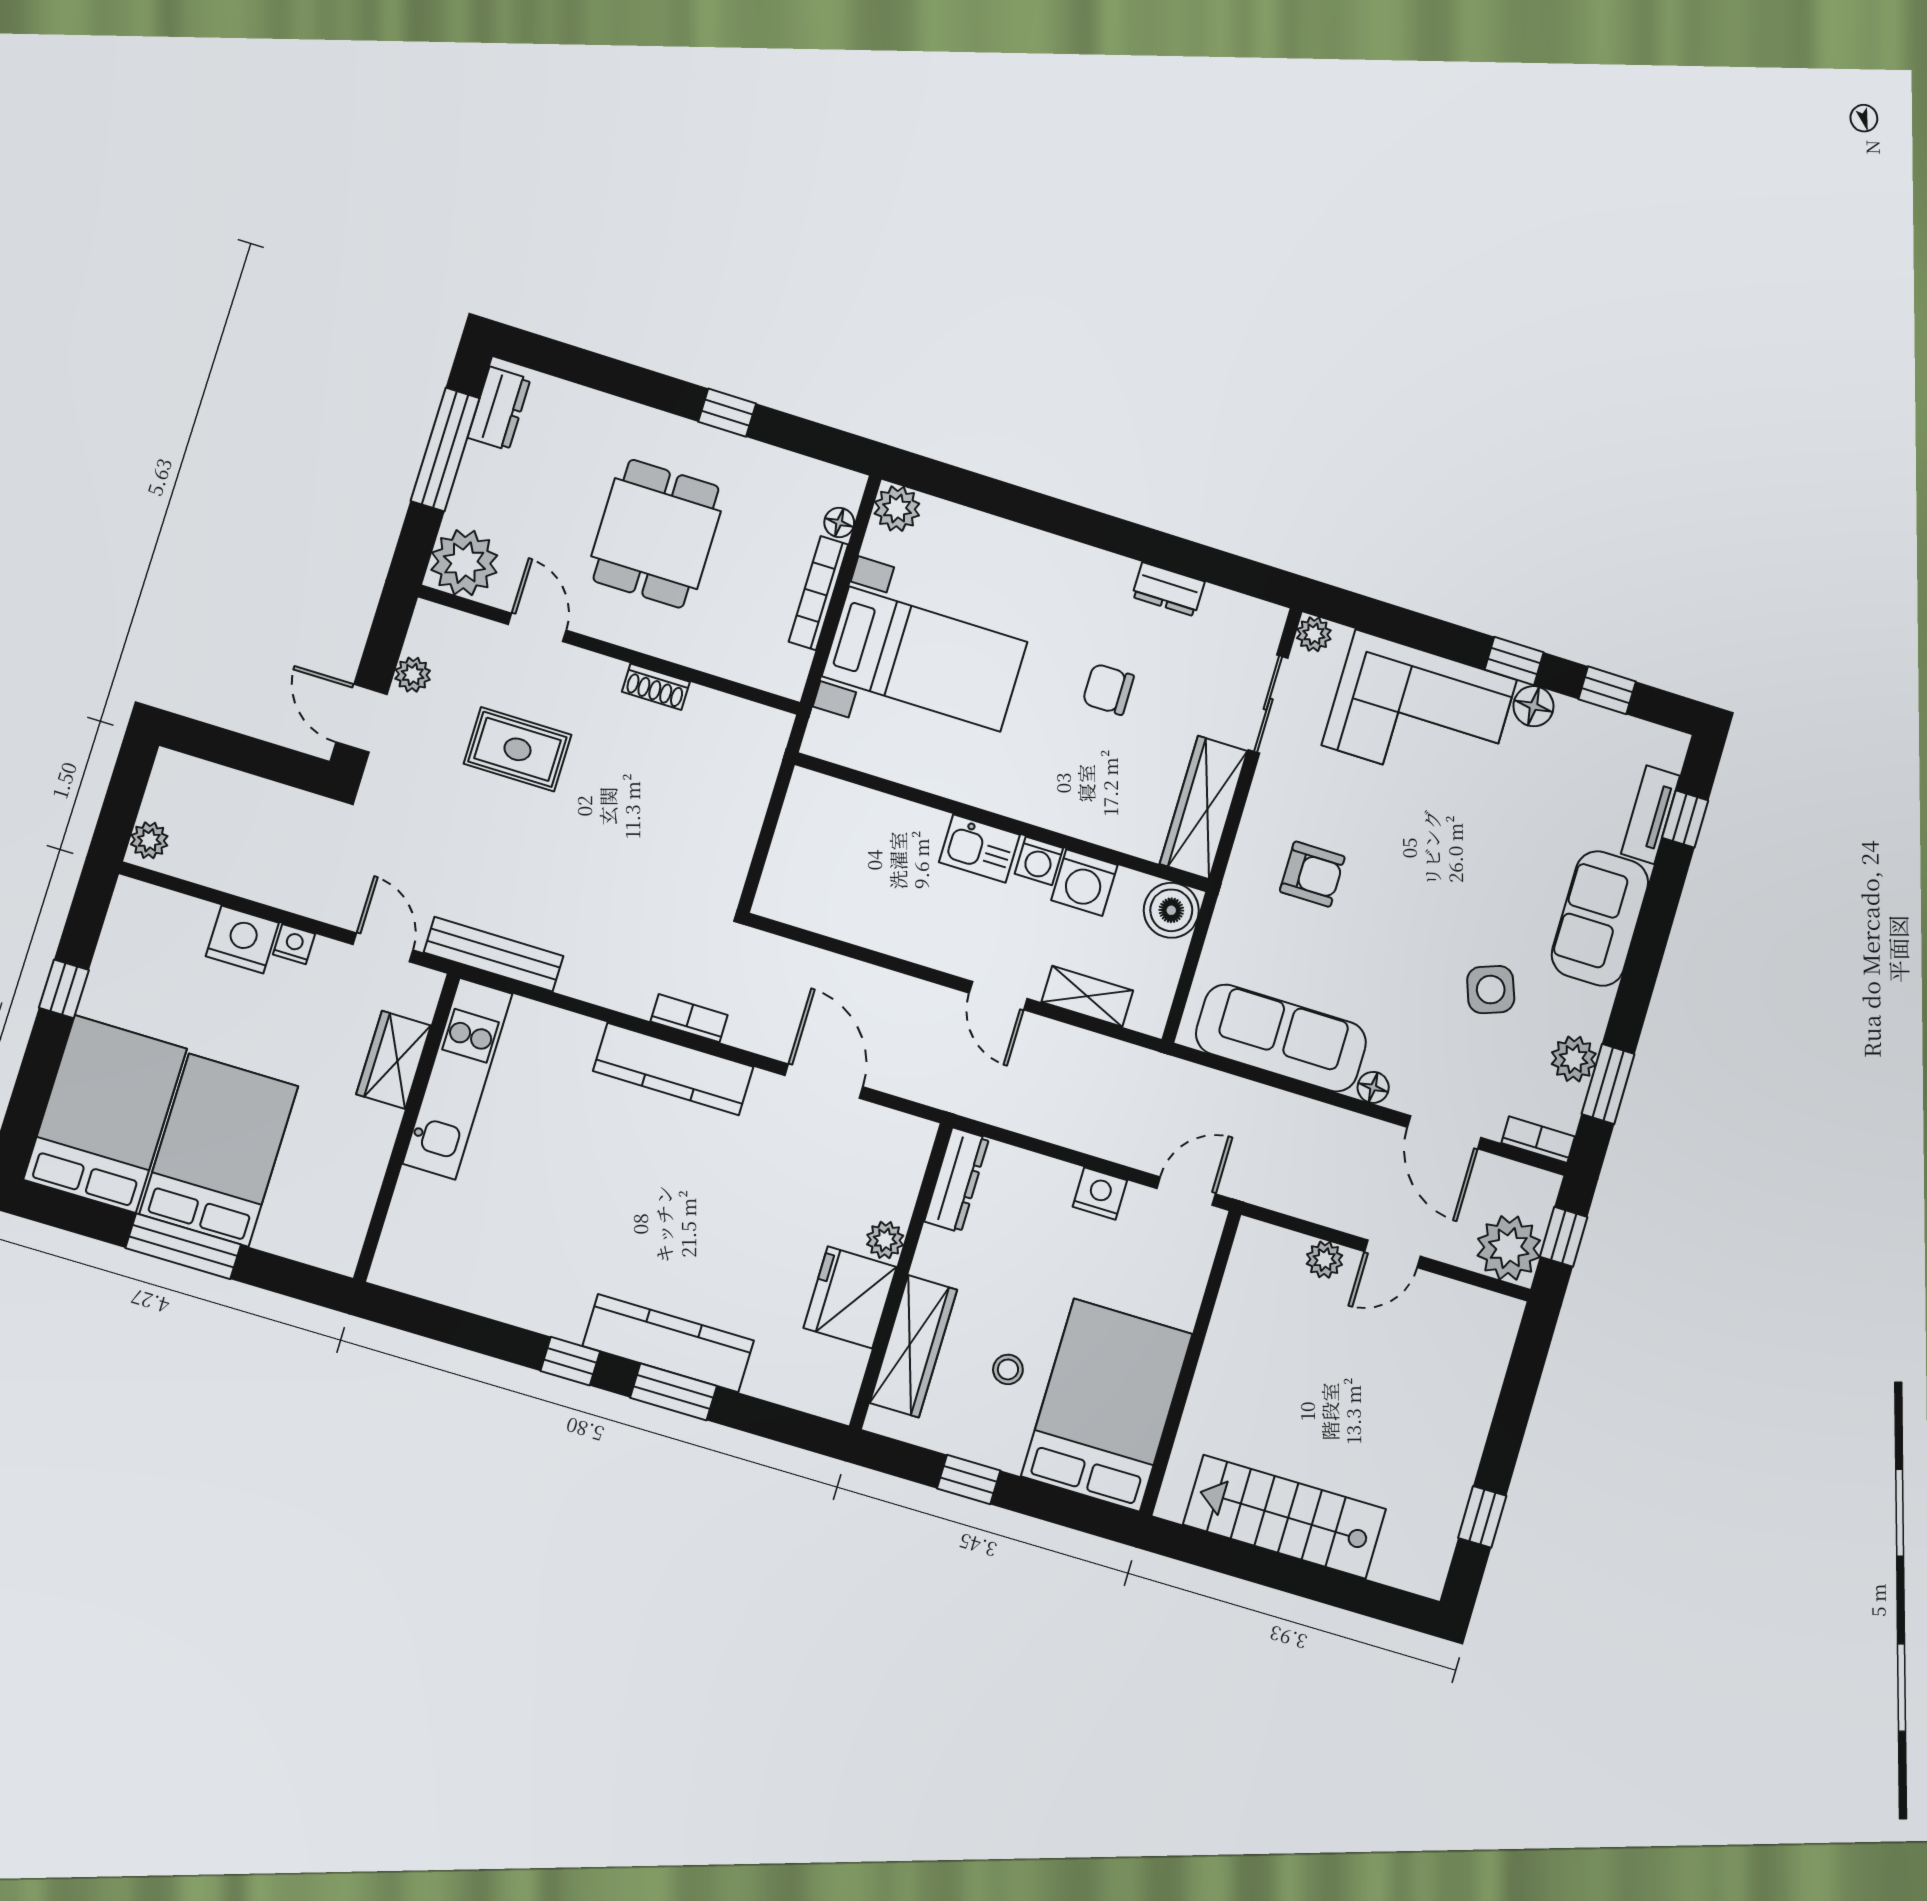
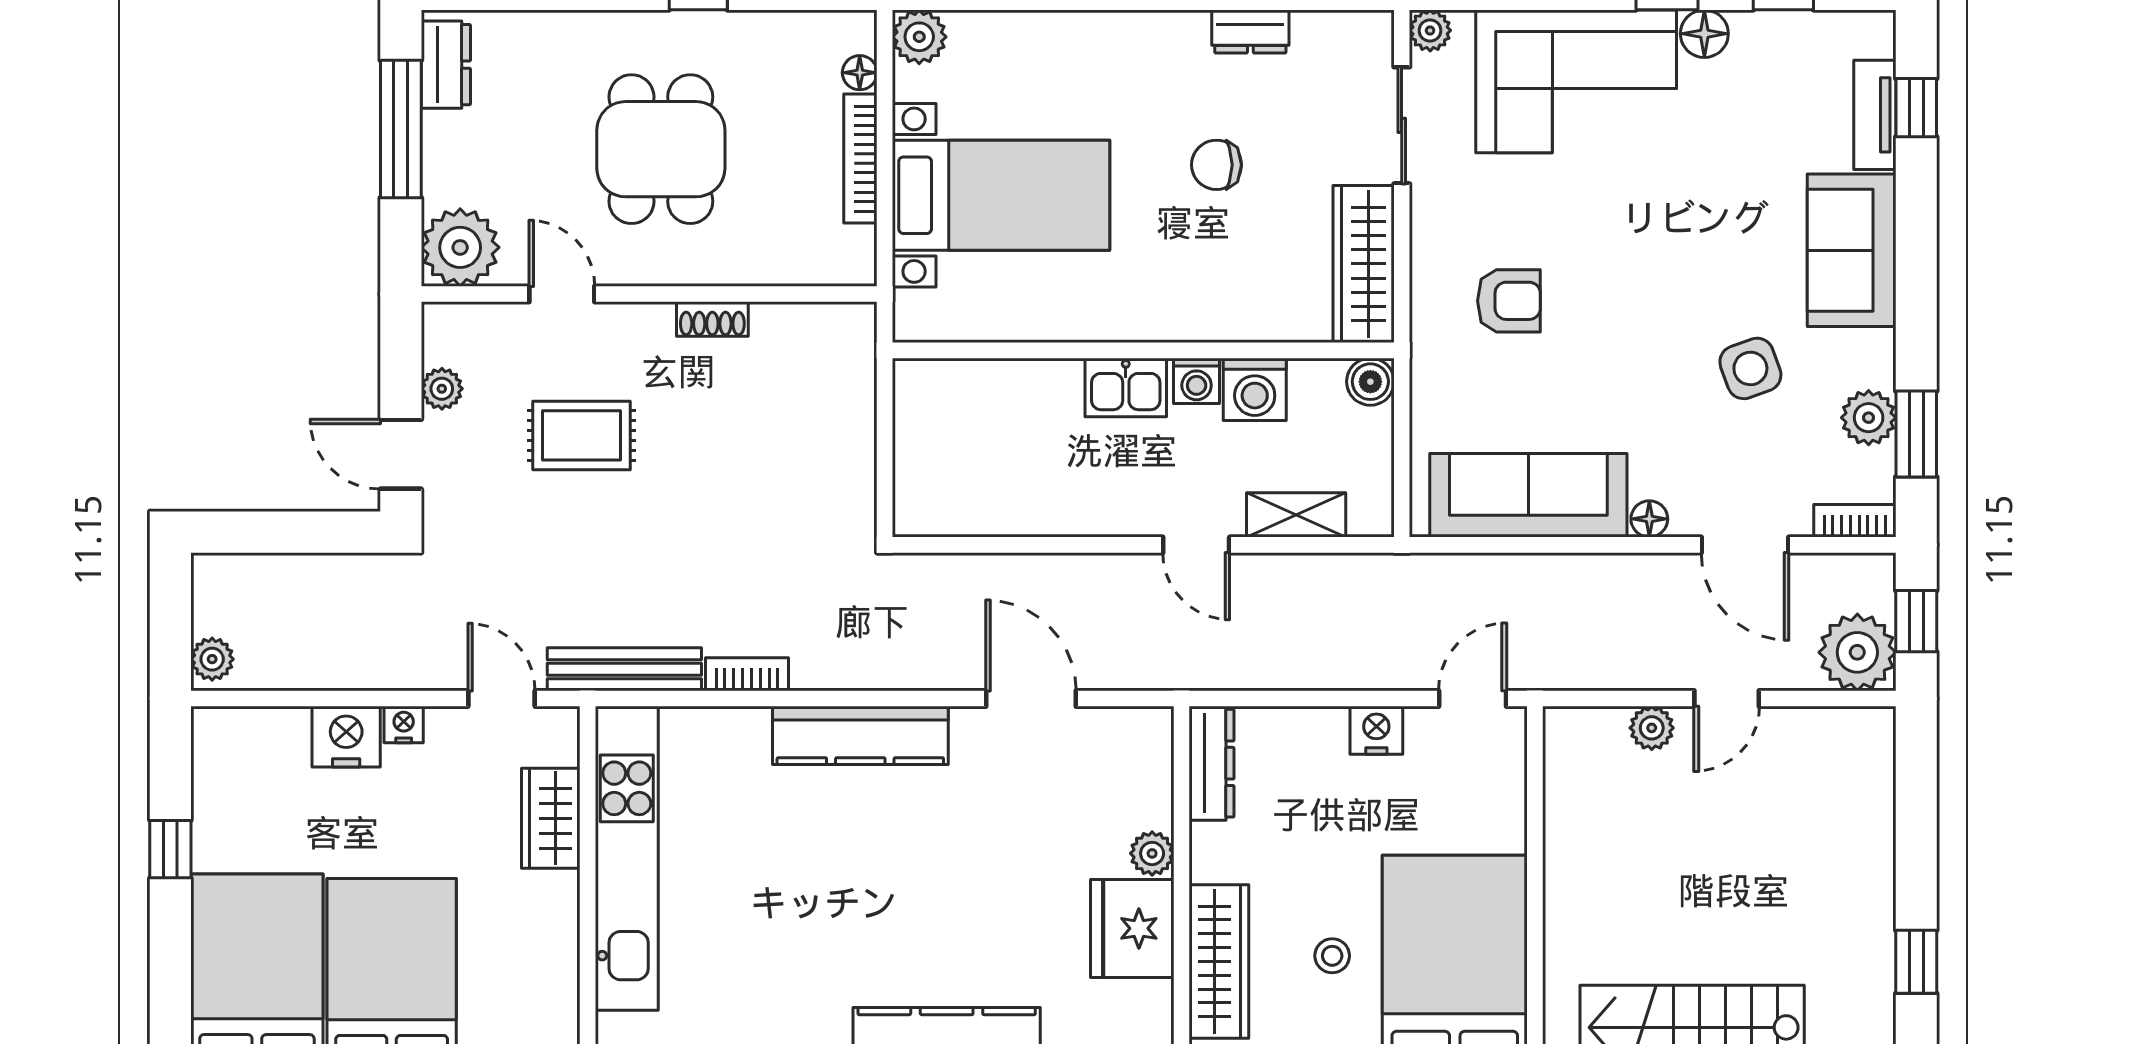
boiler: (1171, 910) -> (1370, 382), width x0.73, depth x0.73
bookcase: (689, 1018) -> (747, 674), moved
kitchen unit: (457, 1079) -> (627, 858), width x1.36

